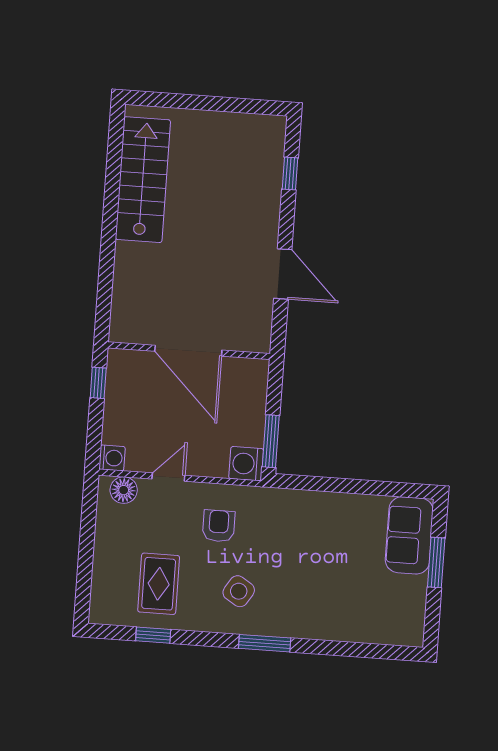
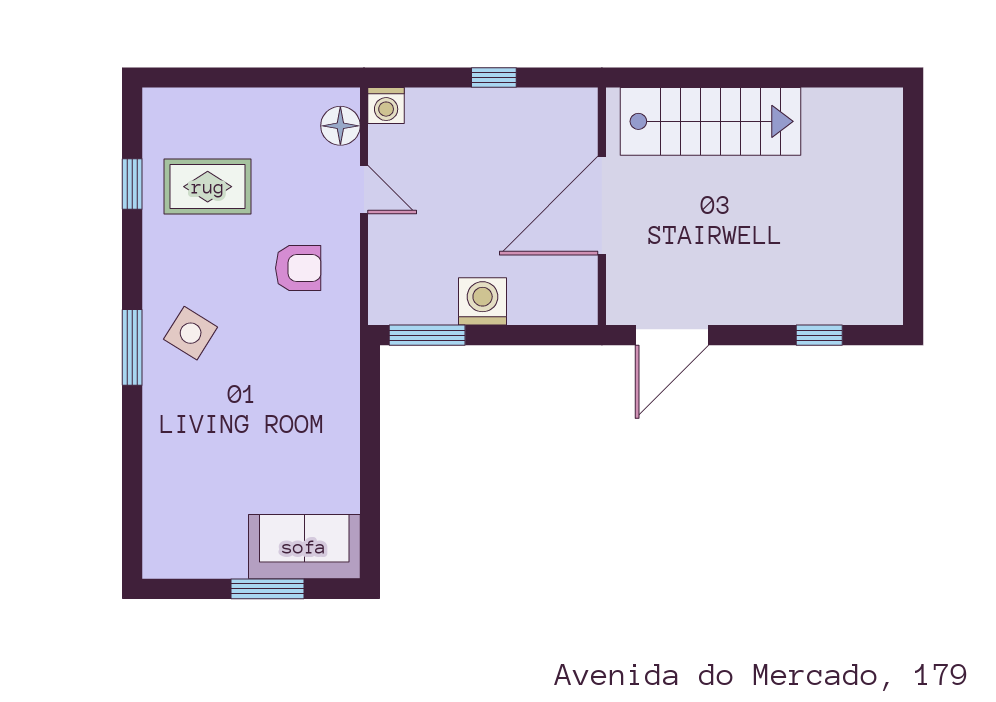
stairs: (143, 180) -> (710, 121), moved
door: (188, 351) -> (602, 206), moved
wall: (189, 351) -> (602, 206), moved
washing machine: (246, 464) -> (483, 301), moved
side table: (239, 591) -> (191, 333), moved

